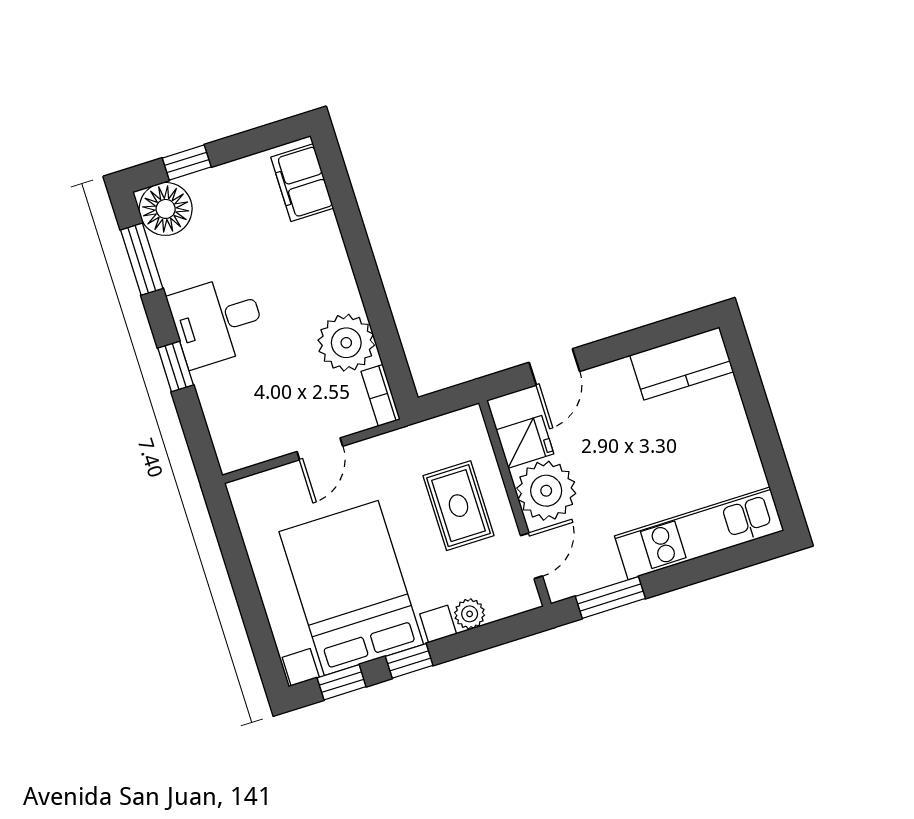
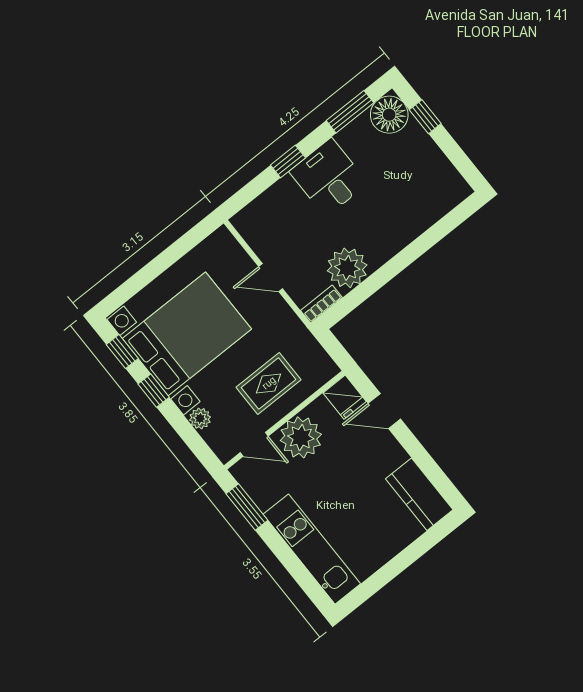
filing cabinet: (302, 183) -> (441, 198), removed
fridge: (525, 442) -> (345, 397), moved

